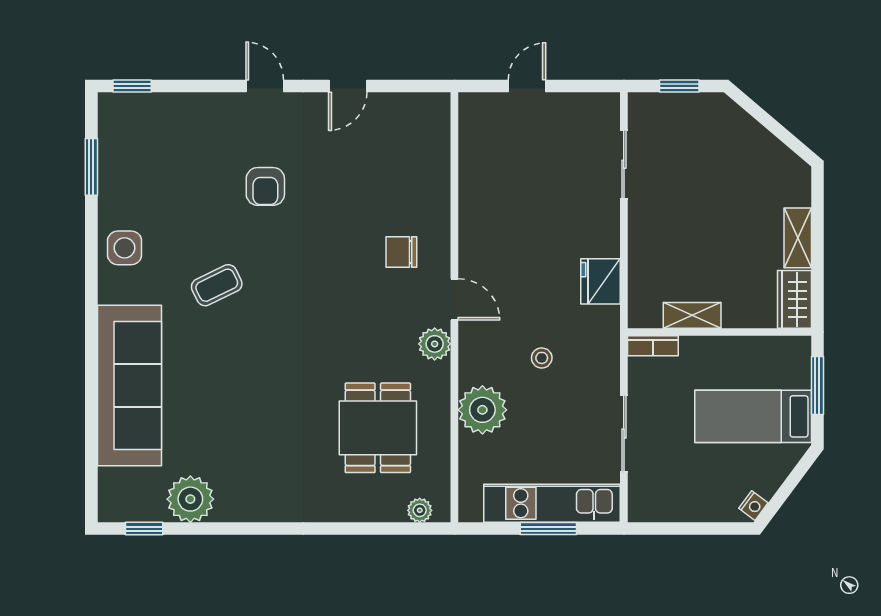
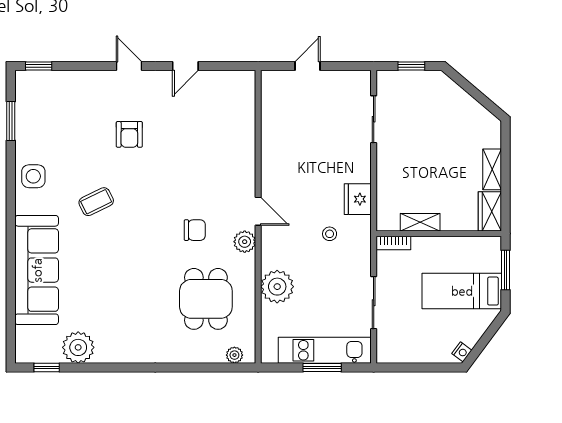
chair: (401, 252) -> (195, 230), moved, turned 180
stool: (542, 358) -> (330, 234), moved

